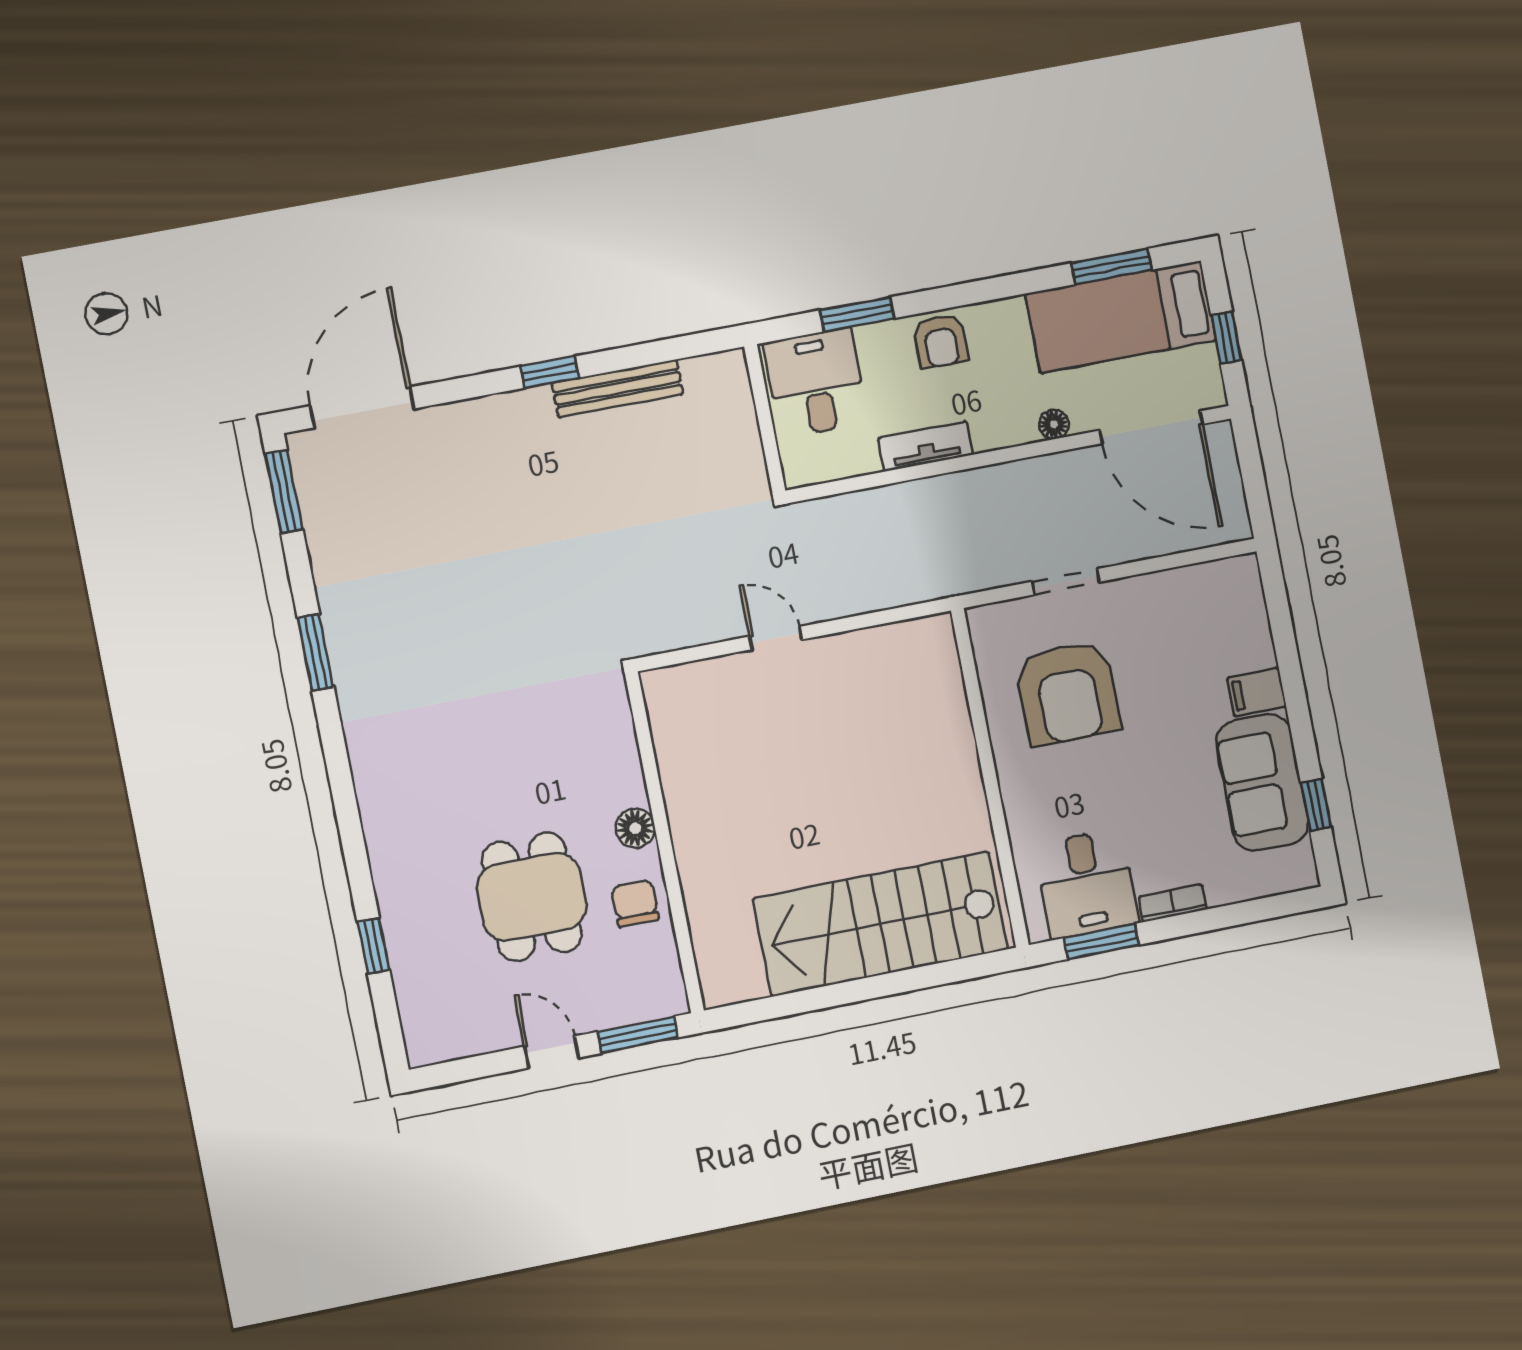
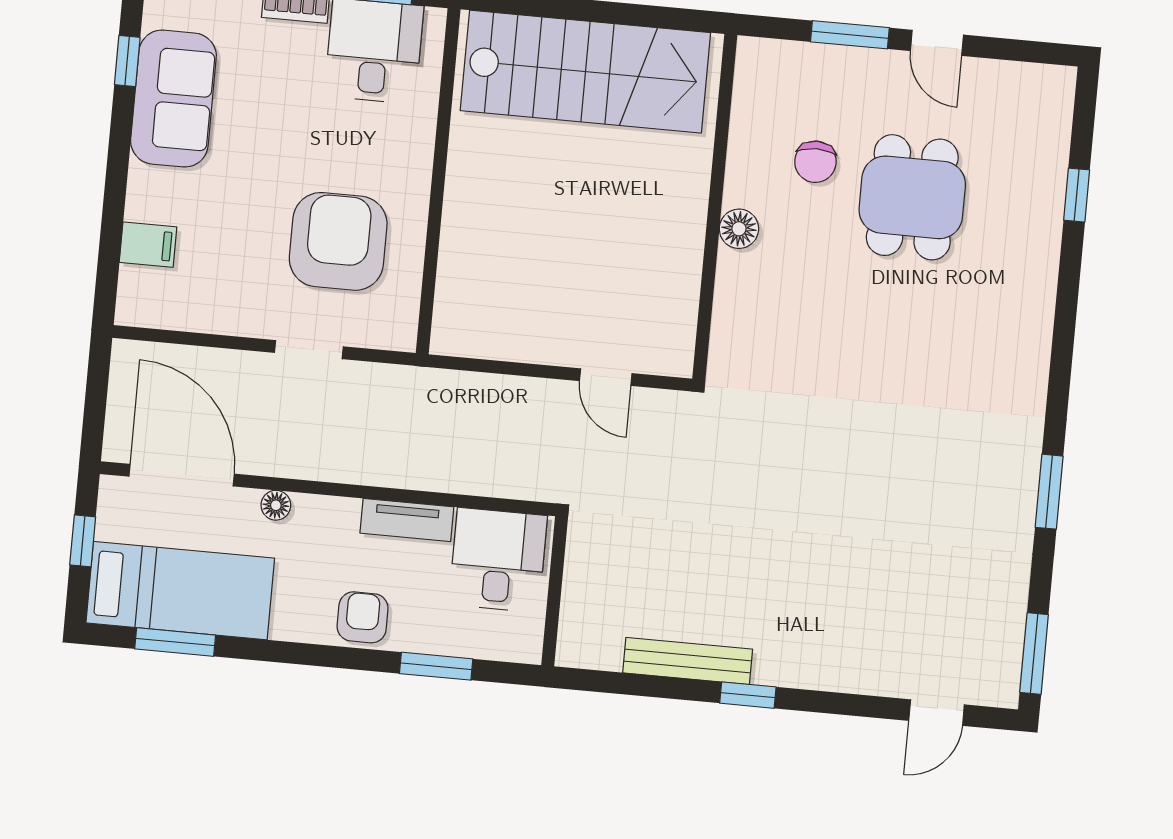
desk: (816, 383) -> (498, 560), moved, turned 180
door: (362, 407) -> (937, 713), width x0.53
filing cabinet: (1257, 692) -> (148, 245), moved
floor lamp: (635, 828) -> (739, 229), moved
wall: (664, 842) -> (715, 207), moved

